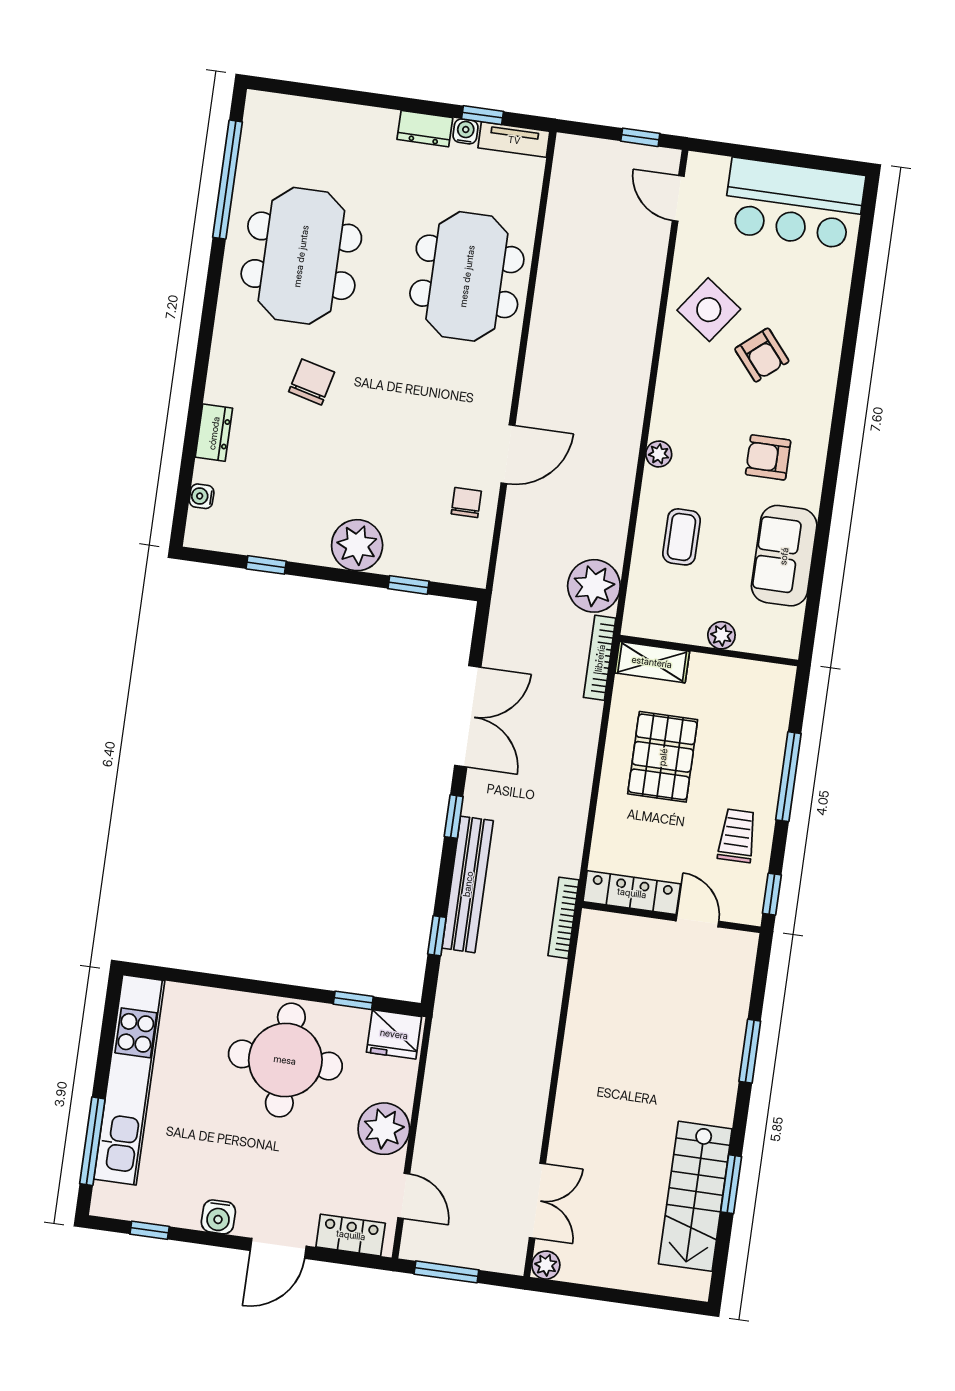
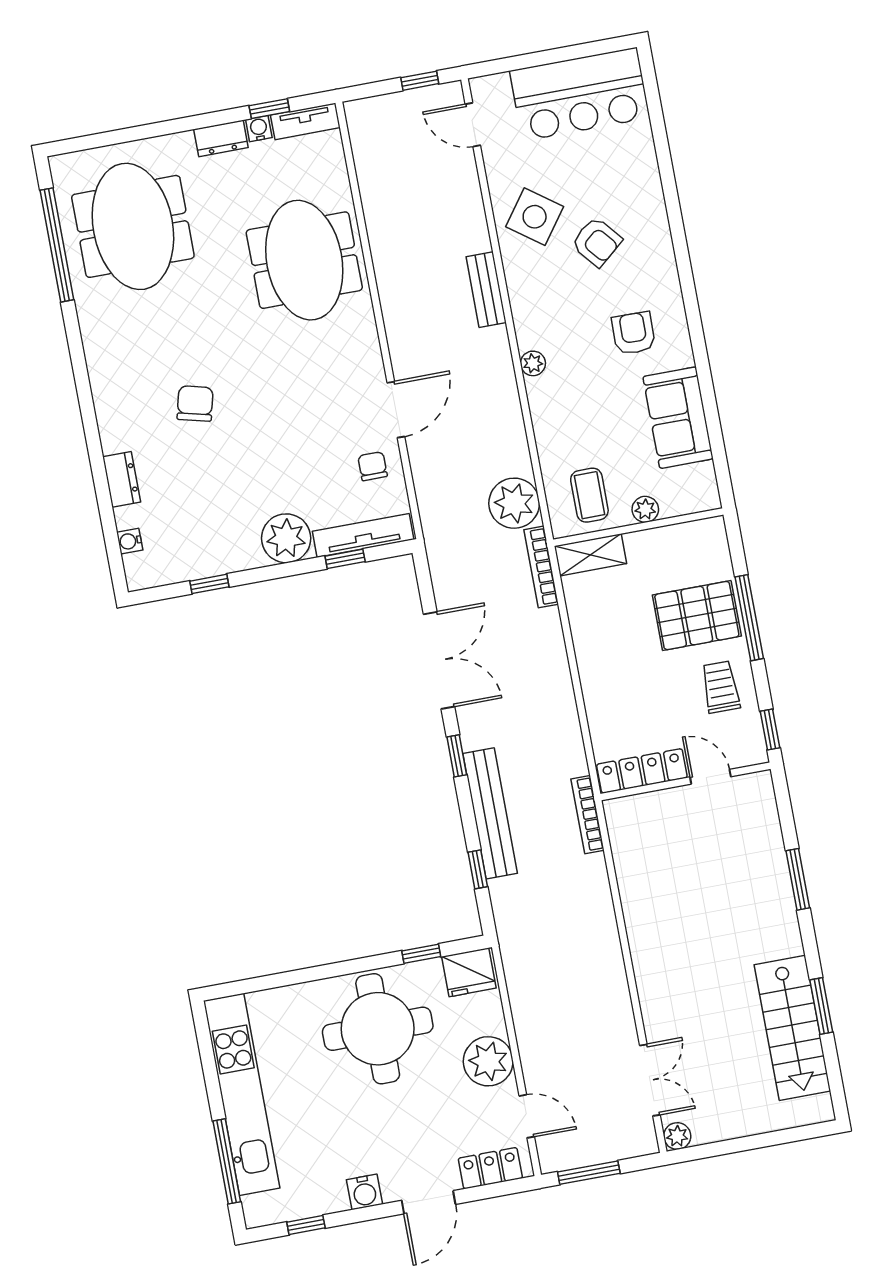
meeting table: (301, 256) -> (133, 226), moved
bench: (637, 366) -> (486, 290), added
armchair: (768, 457) -> (634, 333), turned 91
coffee table: (681, 537) -> (589, 495), moved
tv unit: (434, 568) -> (363, 535), added
pallet: (663, 757) -> (697, 616), moved, turned 90

